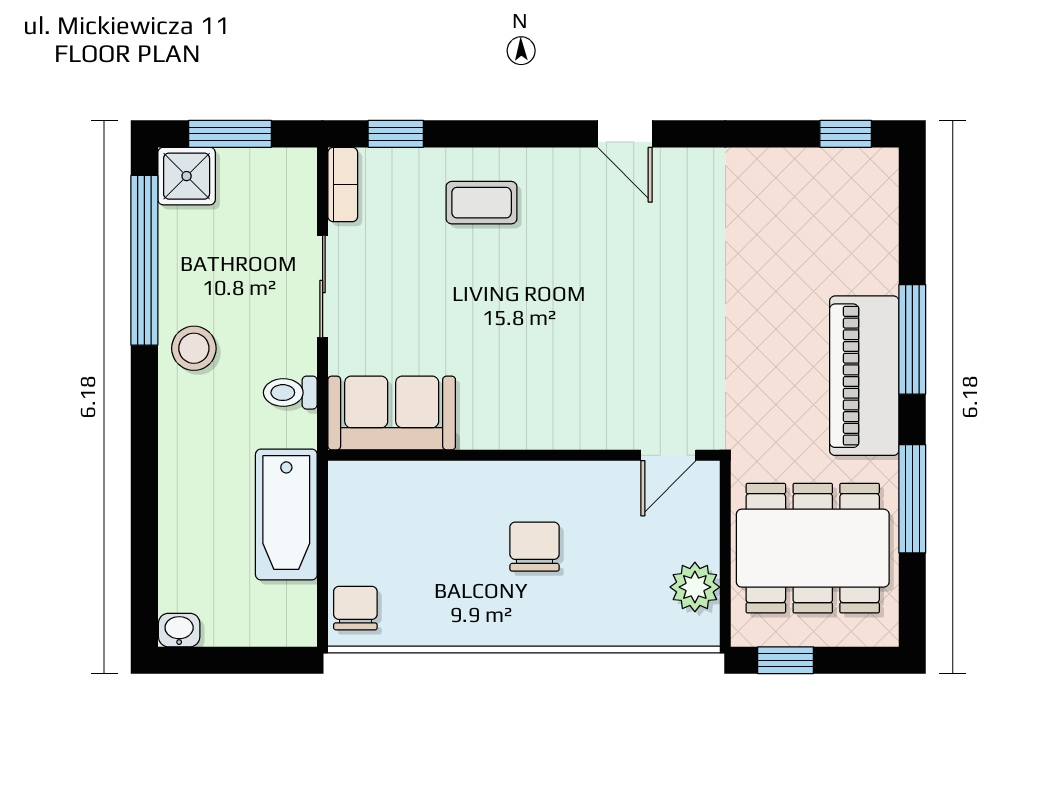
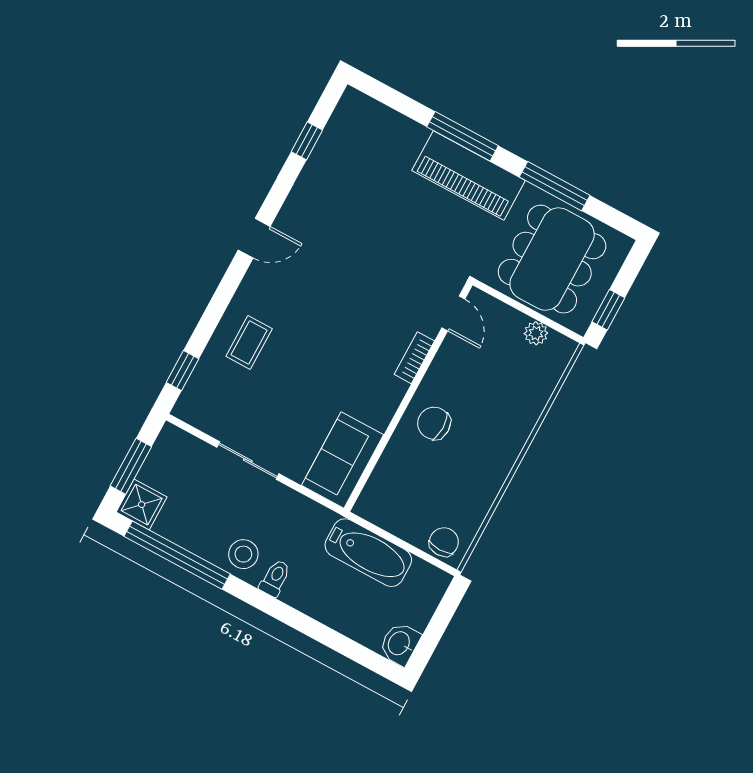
window: (846, 134) -> (307, 141), moved
bookcase: (343, 185) -> (414, 358), moved, turned -90
toilet: (290, 393) -> (275, 578), moved, turned 180
chair: (535, 547) -> (434, 423), moved
plant: (695, 587) -> (536, 333), width x0.73, depth x0.73
chair: (355, 608) -> (444, 542), turned 90
washbasin: (179, 630) -> (400, 644), width x1.38, depth x1.45

